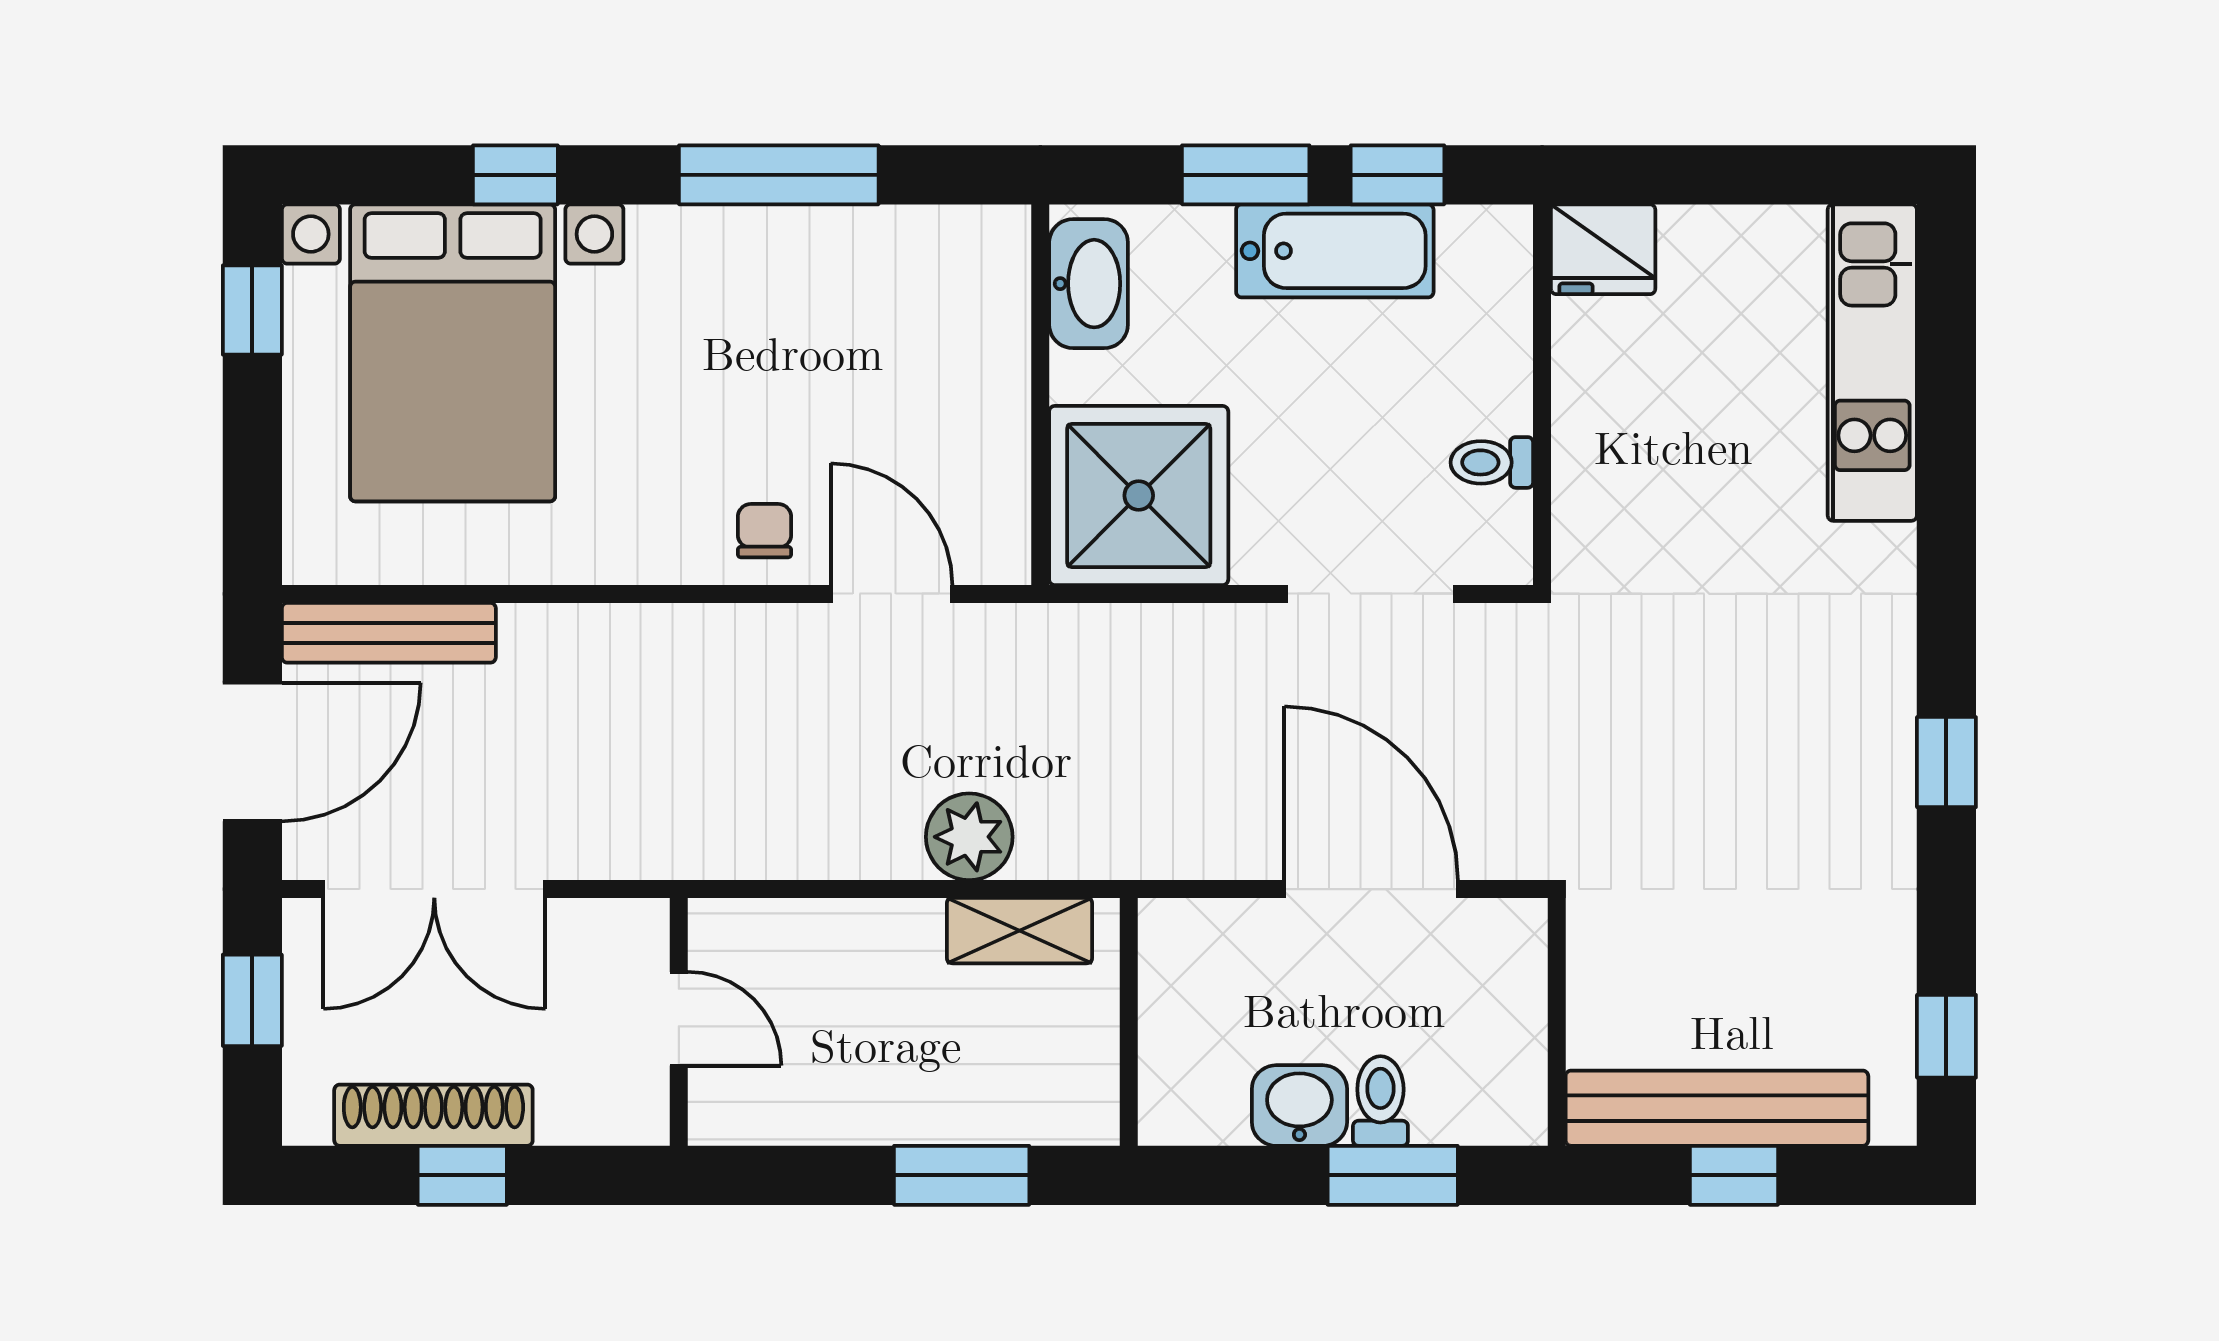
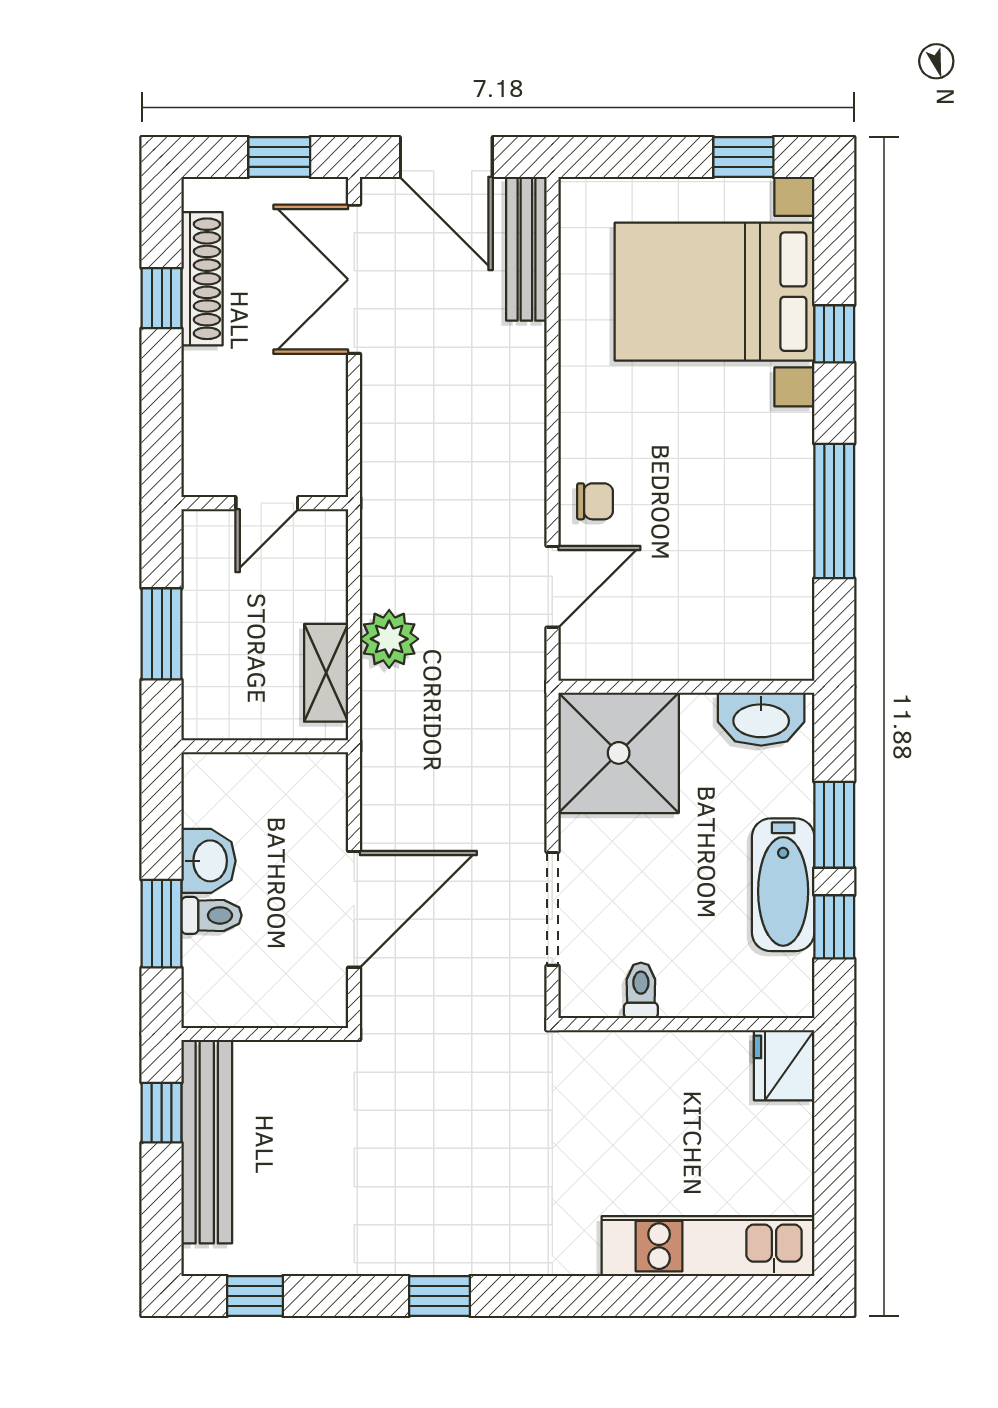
door: (679, 1019) -> (267, 503), moved
wall: (679, 1022) -> (265, 503), moved
window: (1734, 1175) -> (162, 1113), moved

